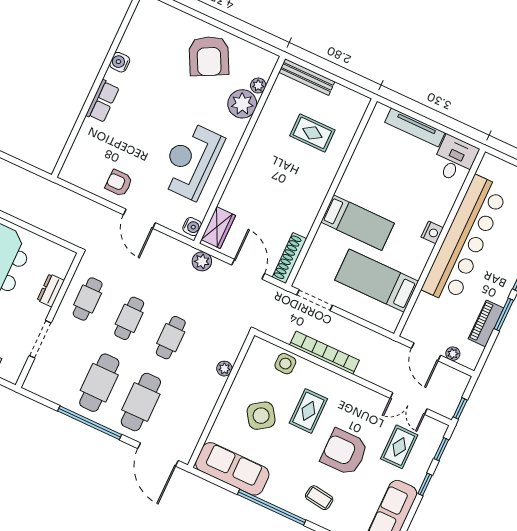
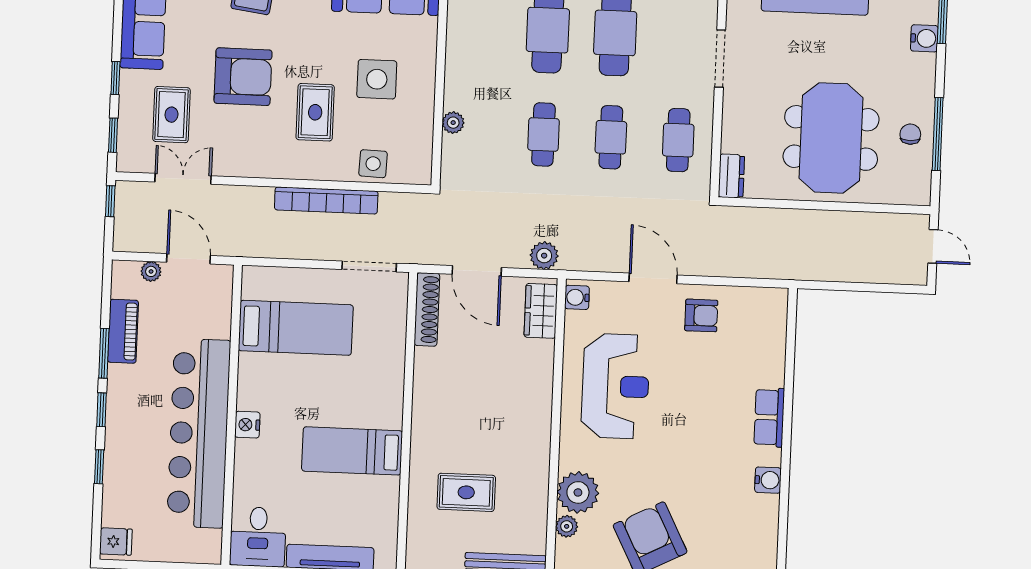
bed: (358, 223) -> (352, 451), moved
dresser: (51, 290) -> (731, 176), moved
side table: (261, 416) -> (377, 79), turned 34

